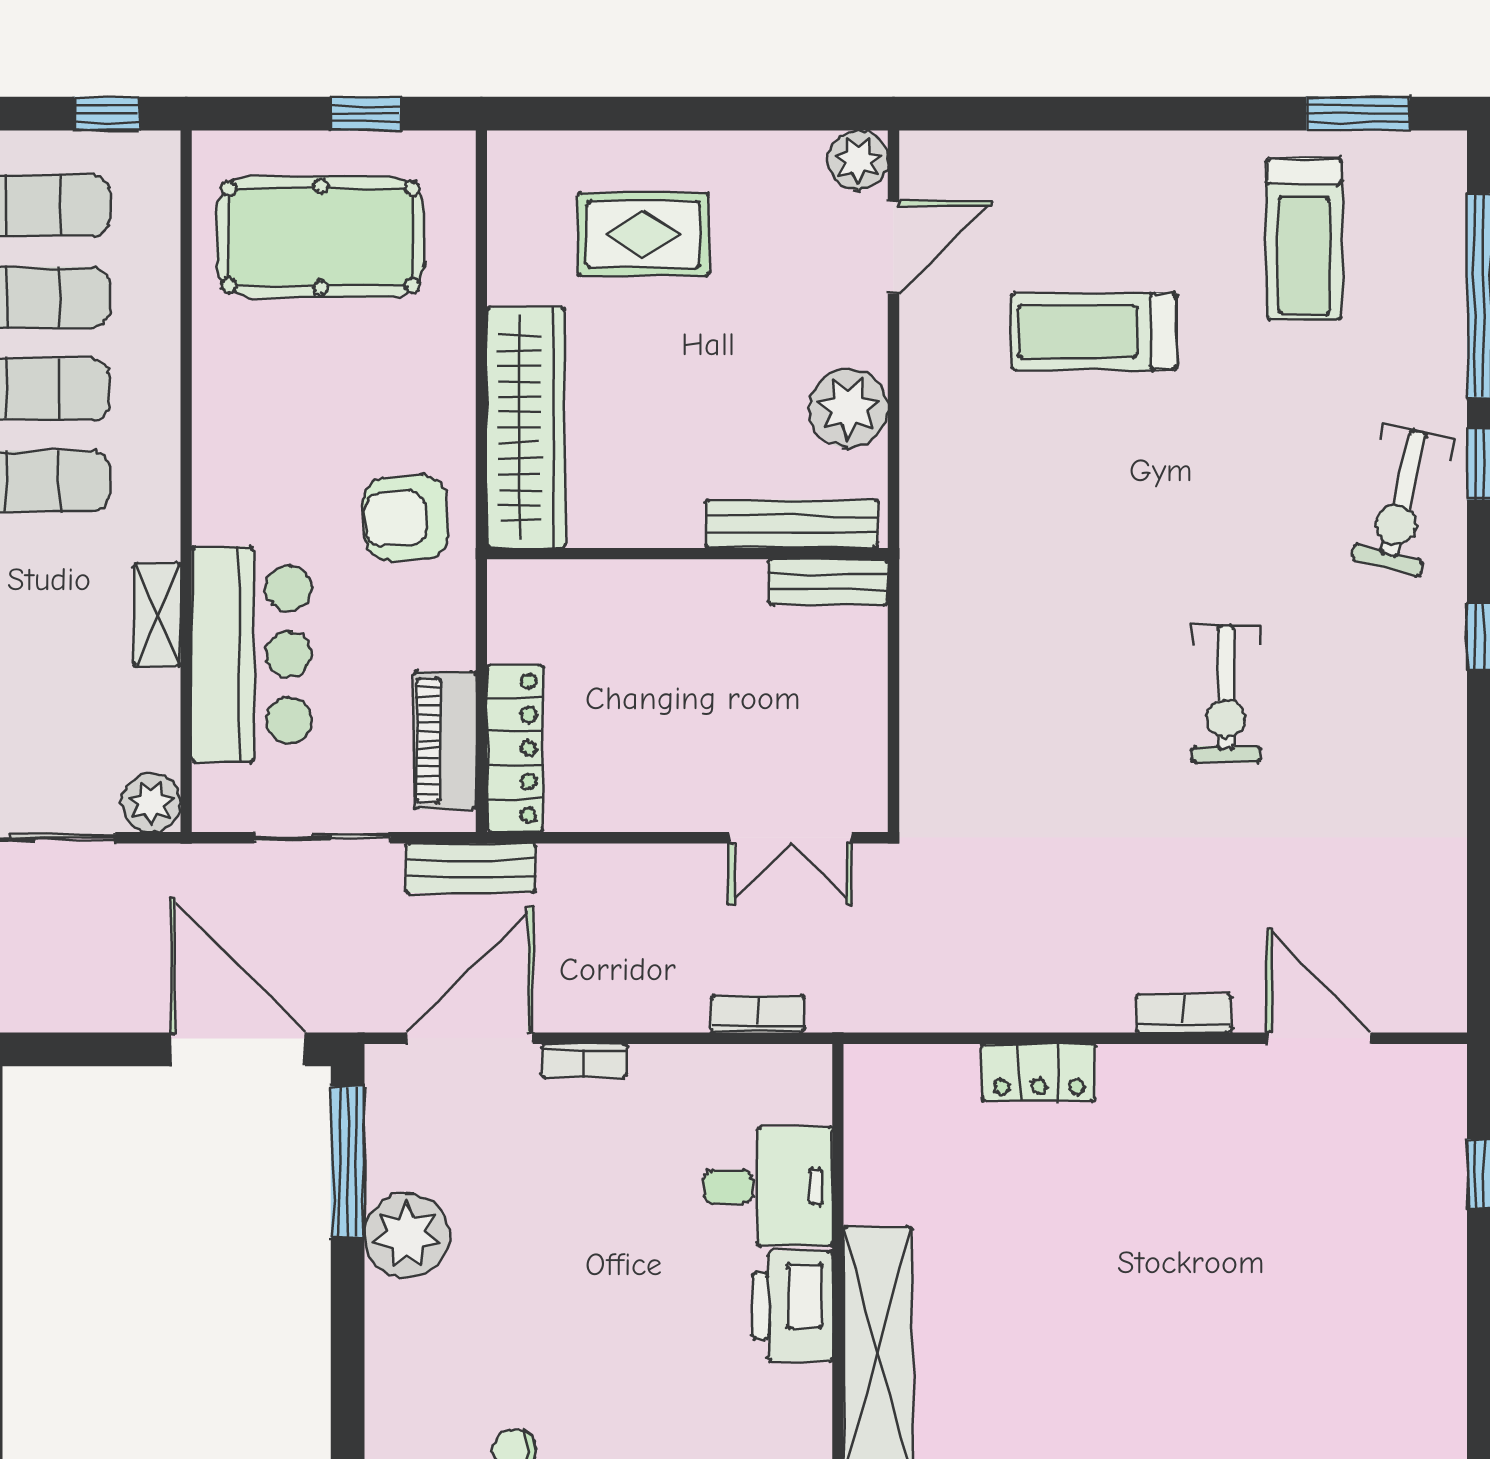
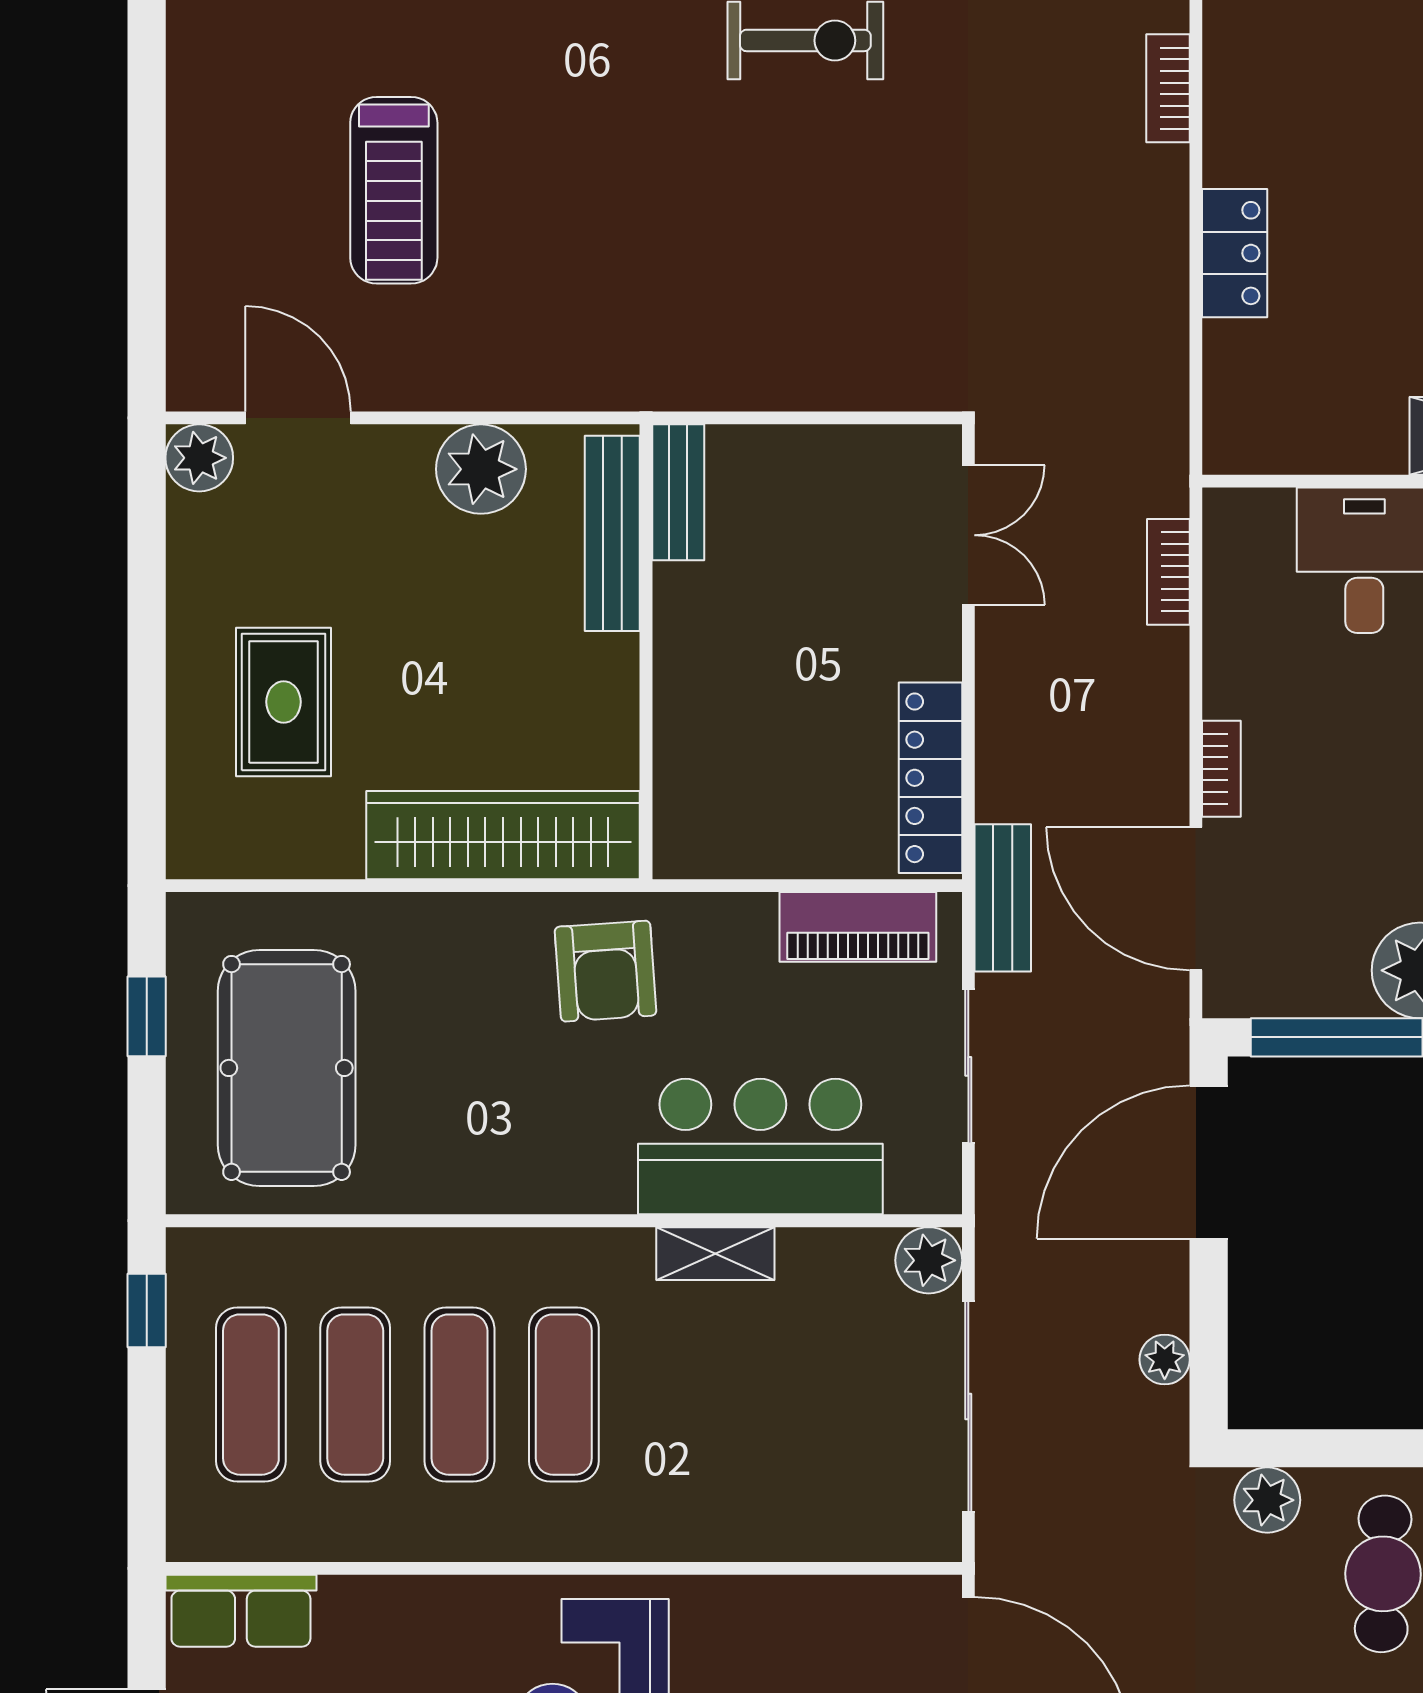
locker: (515, 748) -> (930, 778), moved, turned -90
plant: (64, 1011) -> (1165, 1360), added

